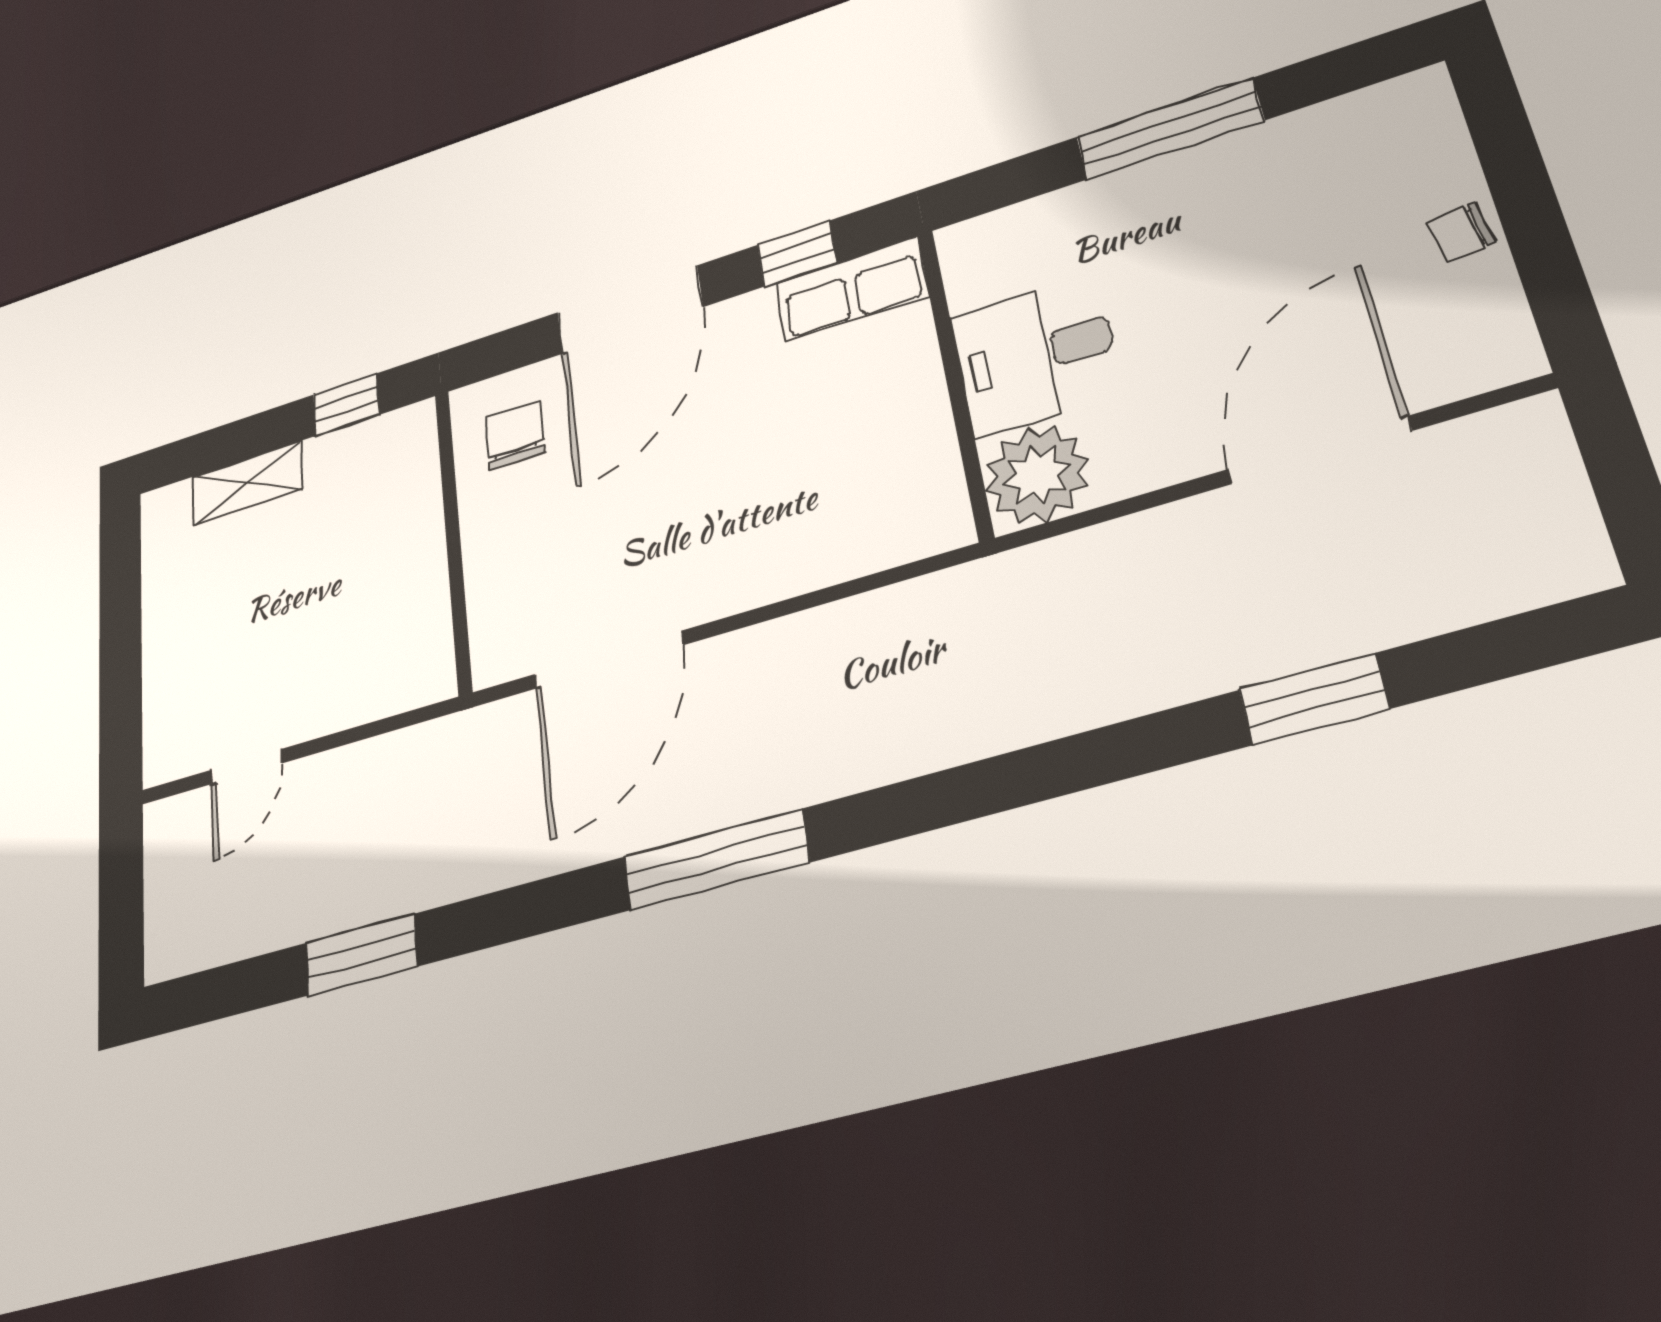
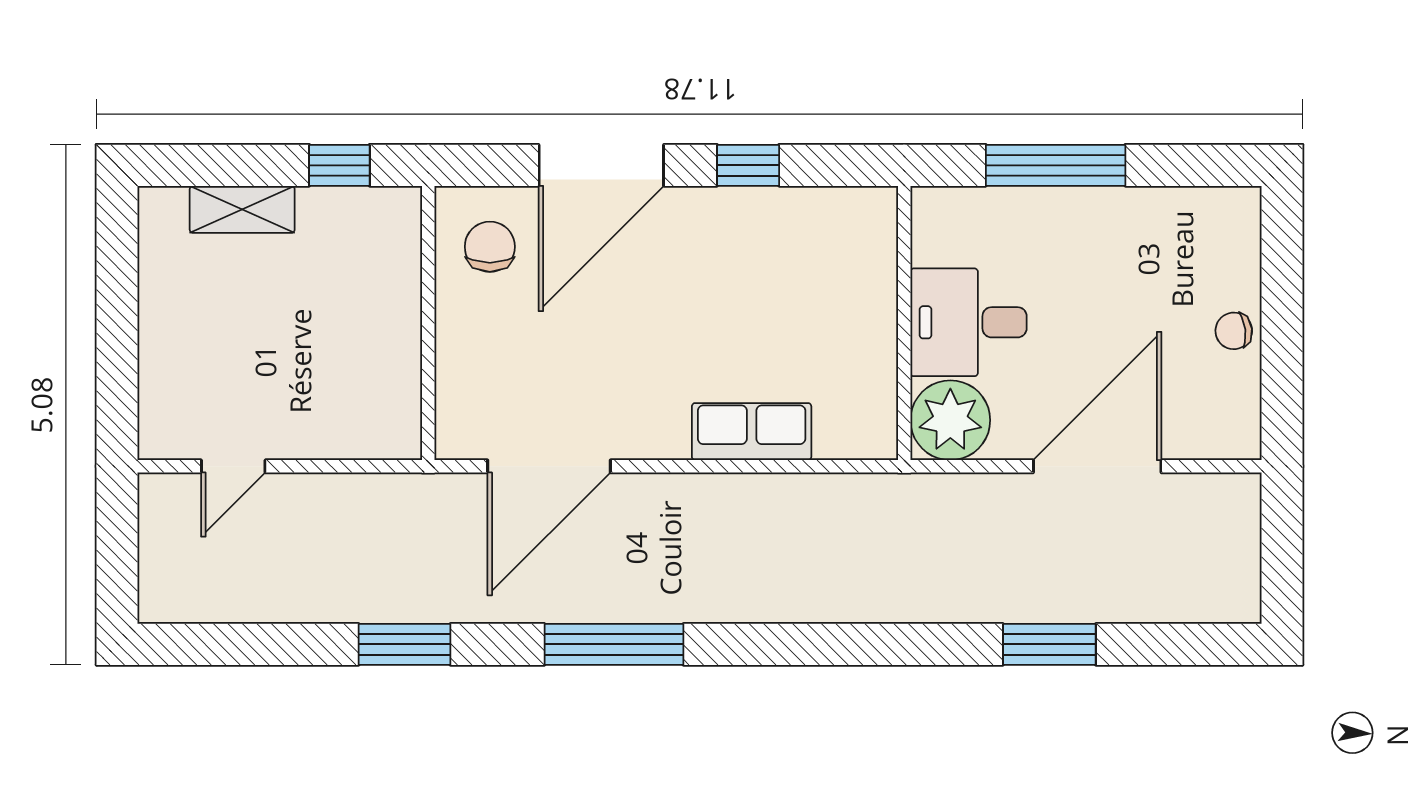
row of seats: (852, 289) -> (752, 432), moved, turned 180
desk: (1036, 355) -> (969, 322), moved
wall: (955, 381) -> (904, 323), moved
plant: (1037, 475) -> (950, 420), moved
window: (361, 955) -> (404, 644), moved

